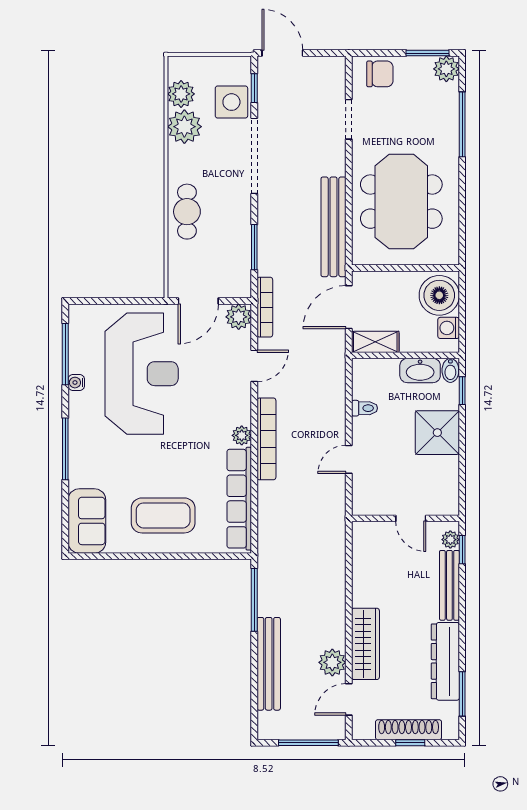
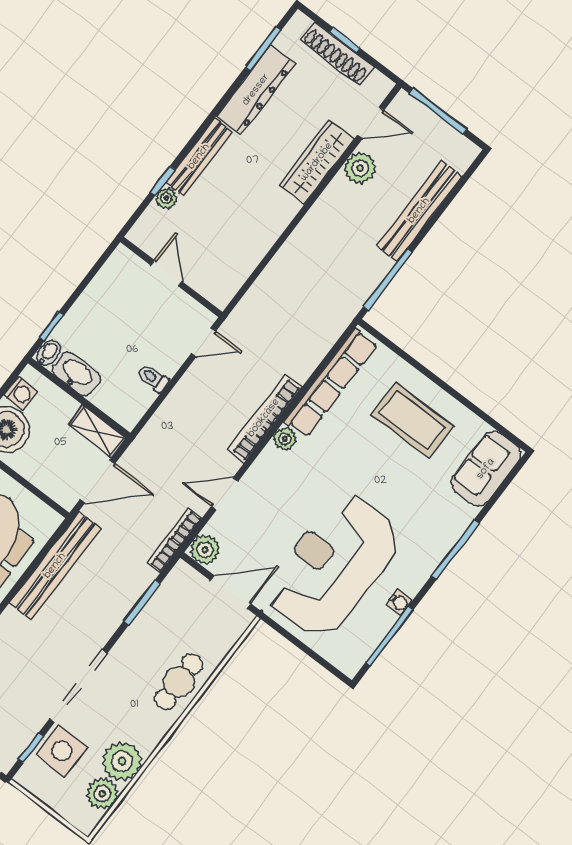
shower: (437, 433) -> (104, 305), removed
wall: (405, 518) -> (171, 277), moved
door: (411, 518) -> (166, 273), moved

